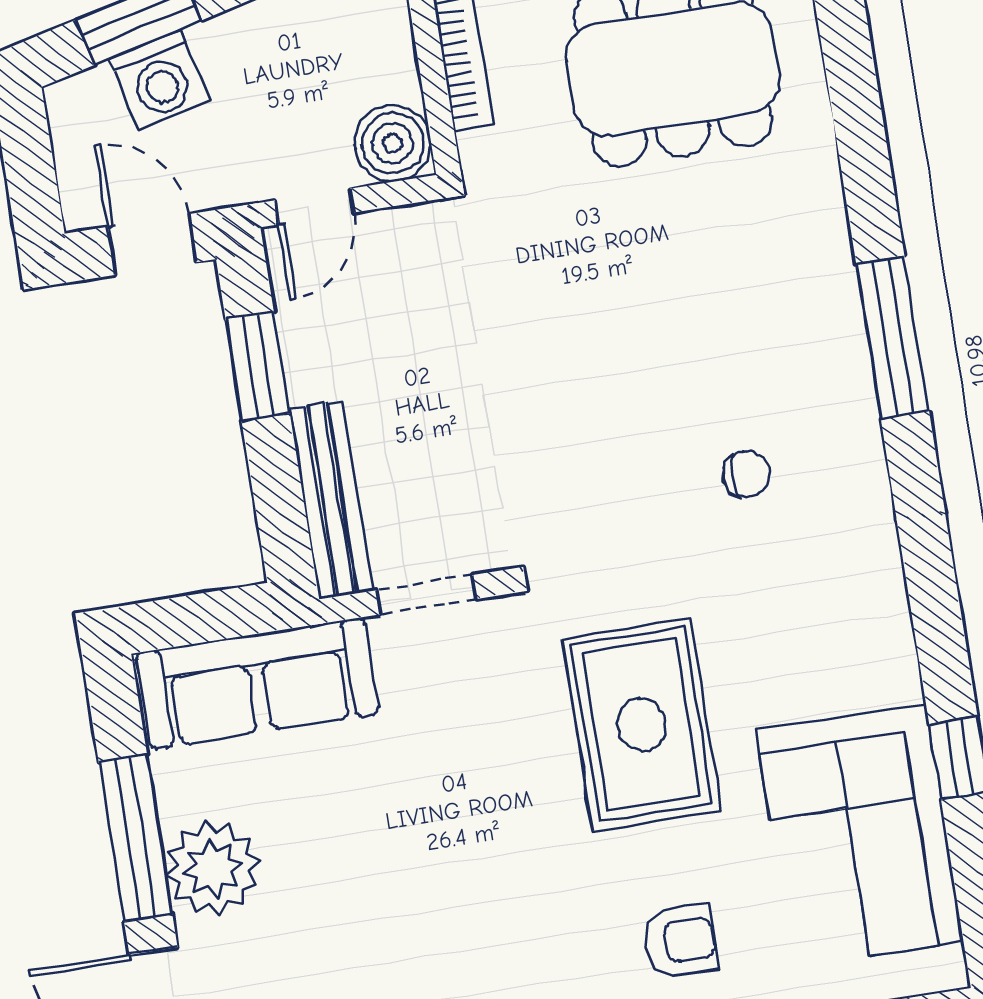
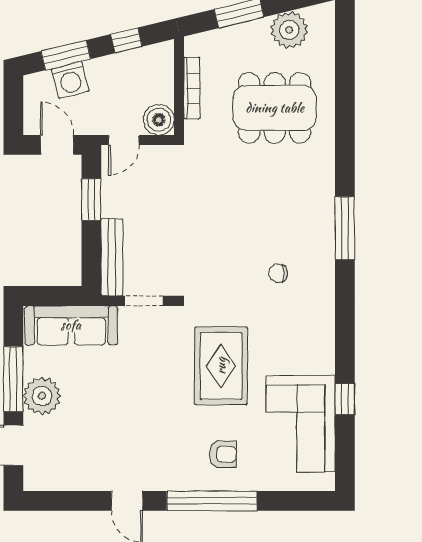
chair: (746, 474) -> (278, 273), turned 180

